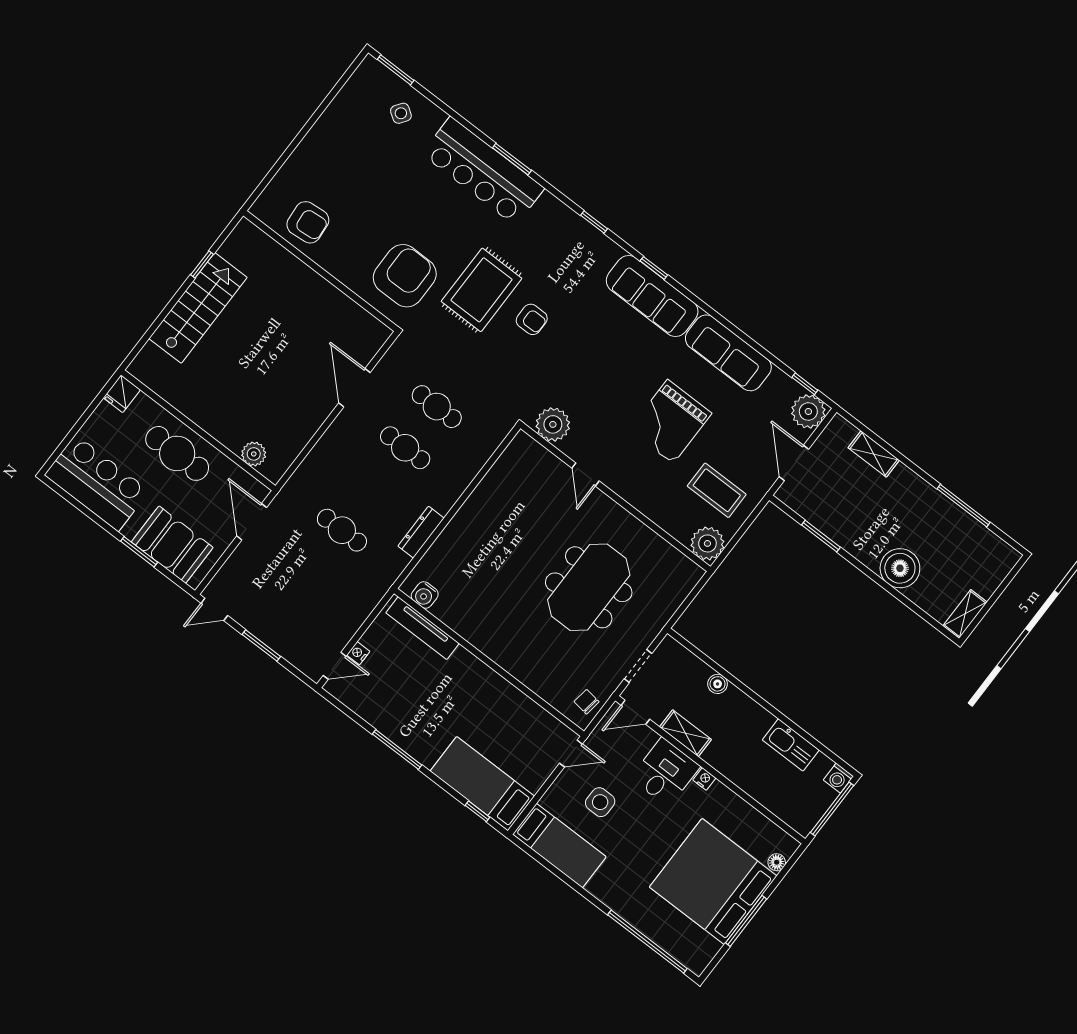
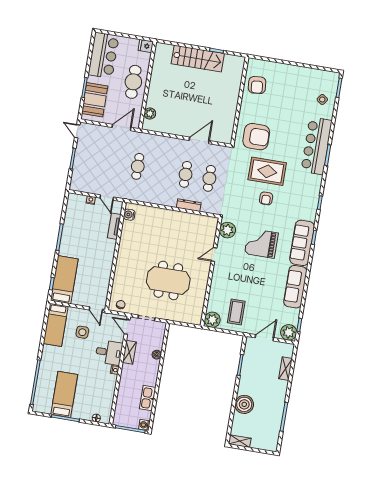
grand piano: (670, 422) -> (261, 243), moved
dresser: (421, 532) -> (189, 205), moved
tv unit: (423, 628) -> (114, 226), width x0.71
door: (335, 666) -> (107, 197), moved
bed: (713, 882) -> (64, 394), width x0.49

